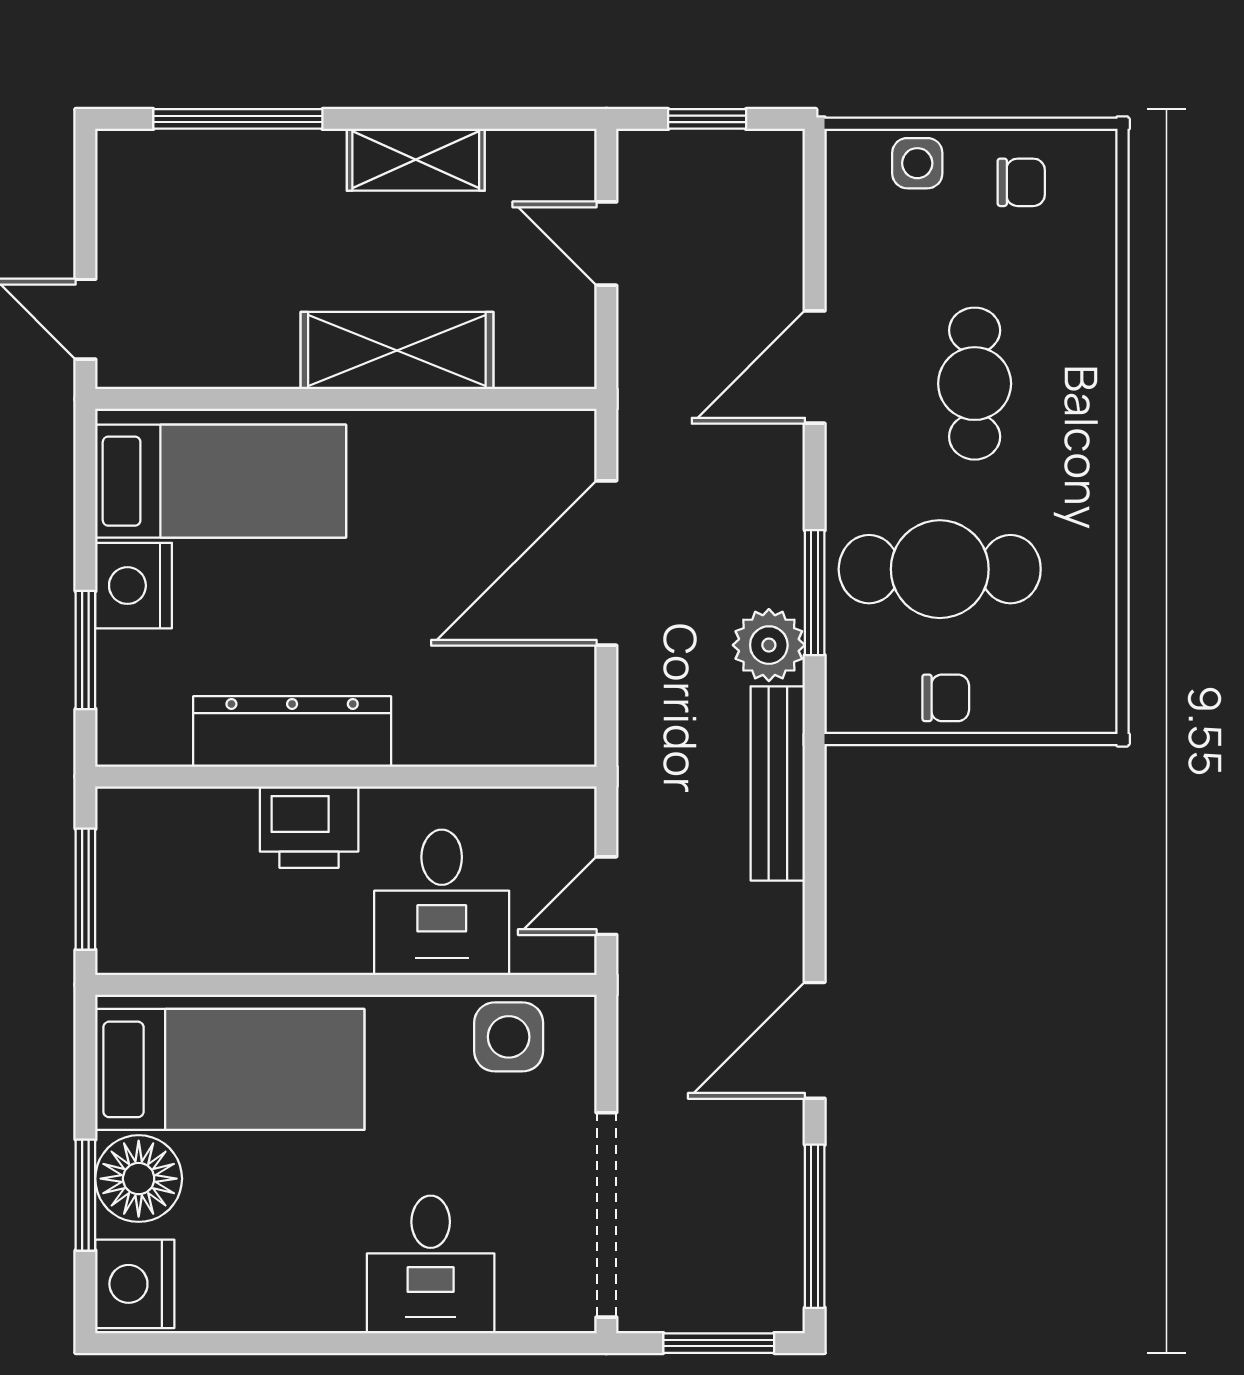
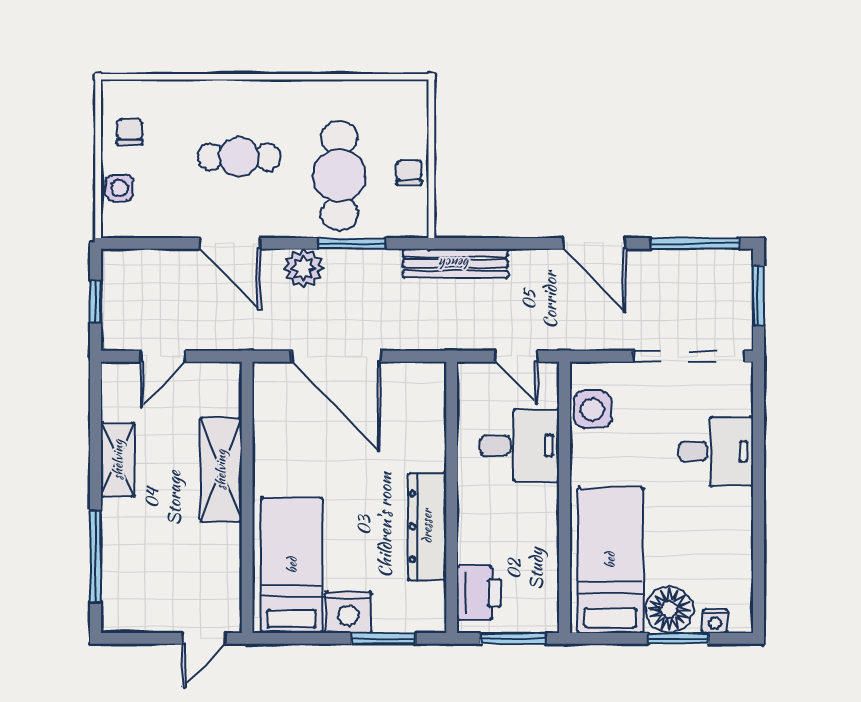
plant: (769, 645) -> (303, 268), moved
printer: (309, 827) -> (479, 593), moved
nightstand: (135, 1284) -> (715, 621), width x0.53, depth x0.56

